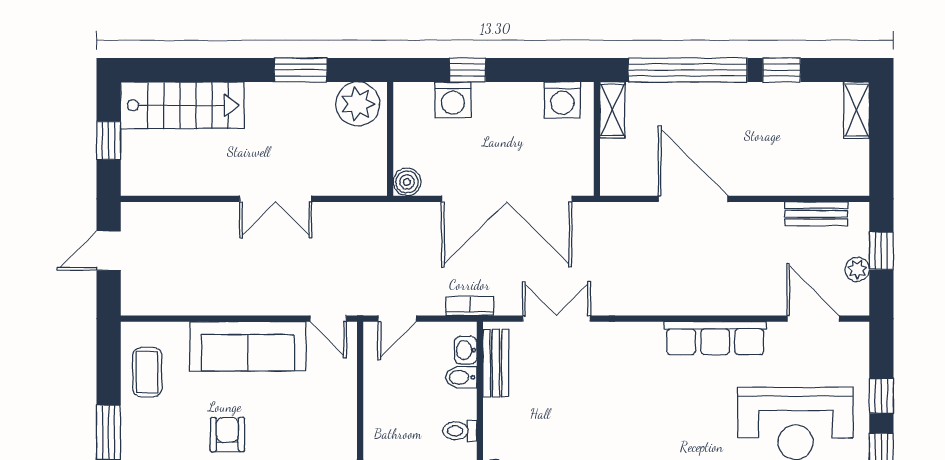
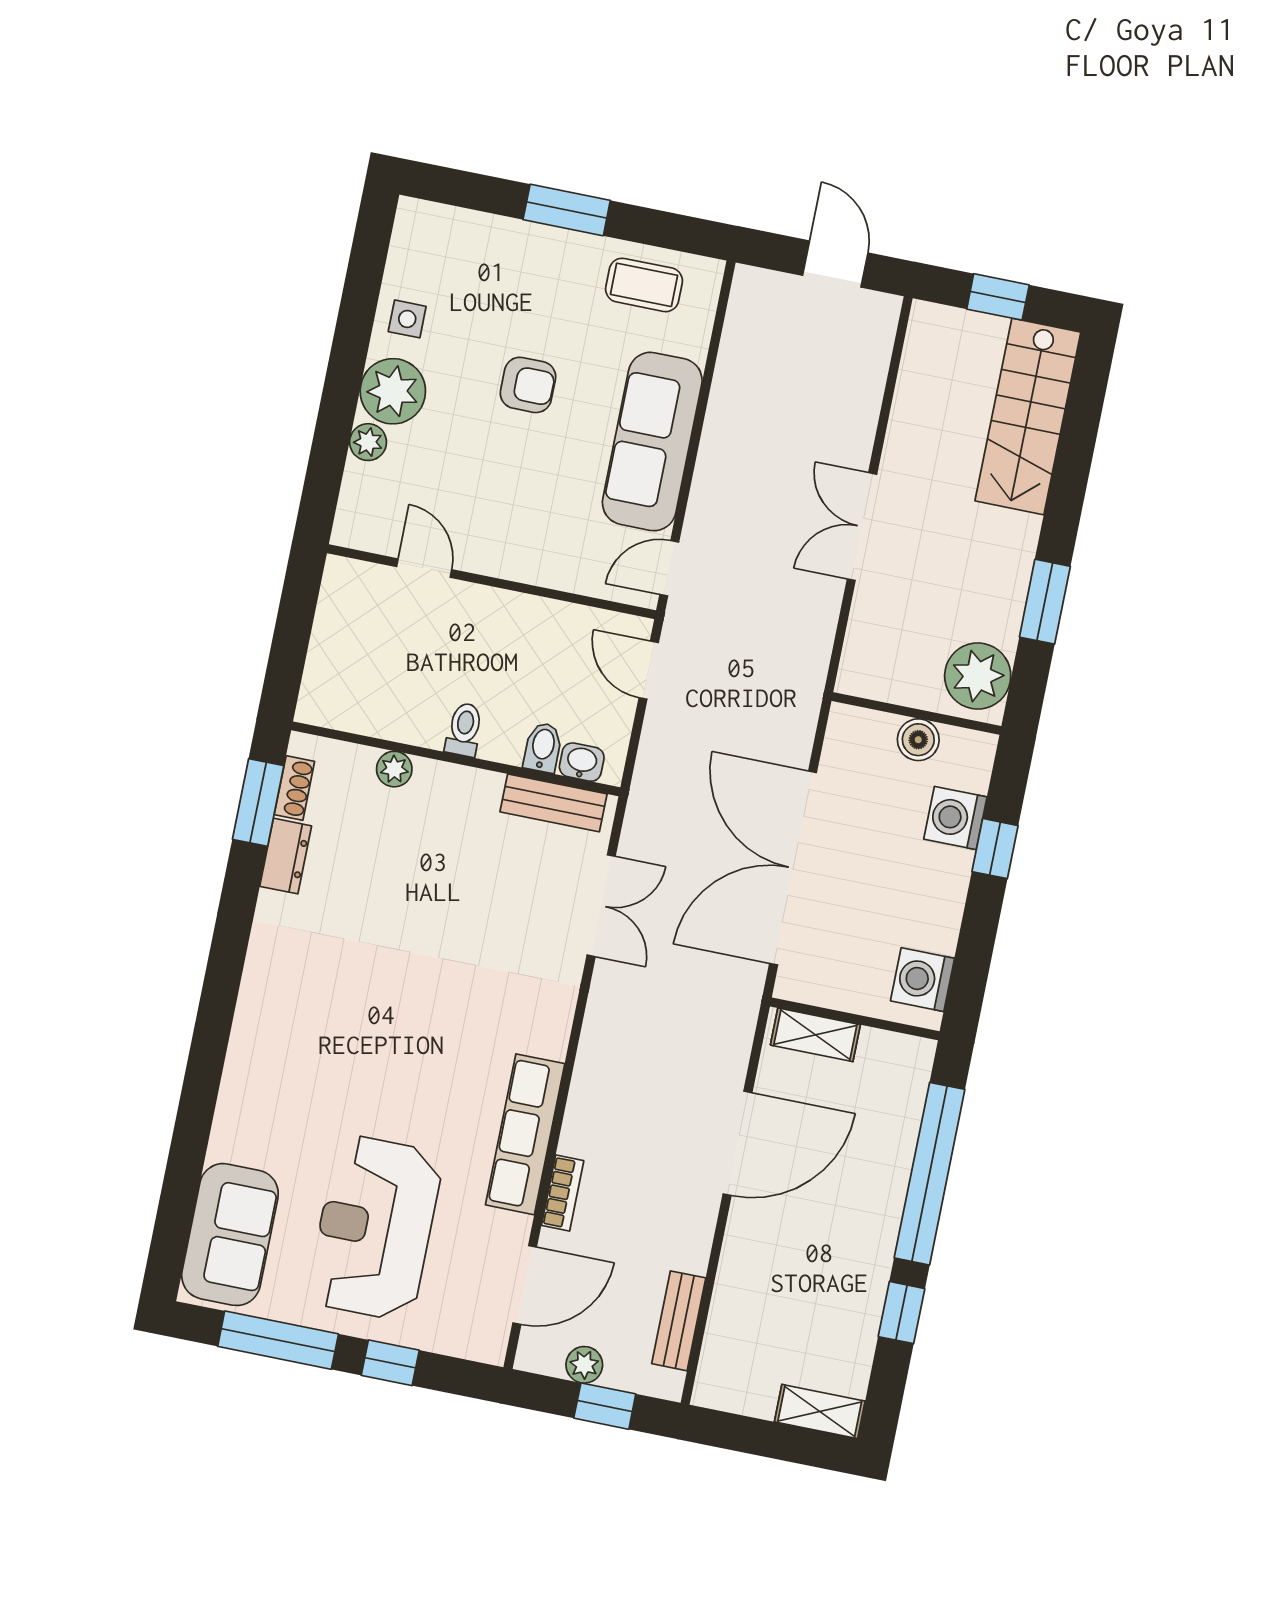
shelving: (612, 110) -> (815, 1035), moved
boiler: (407, 182) -> (918, 740), moved
bookcase: (470, 306) -> (563, 1193), moved

